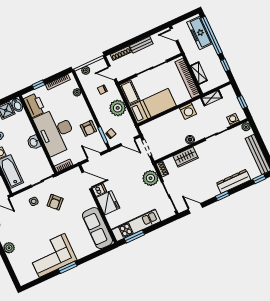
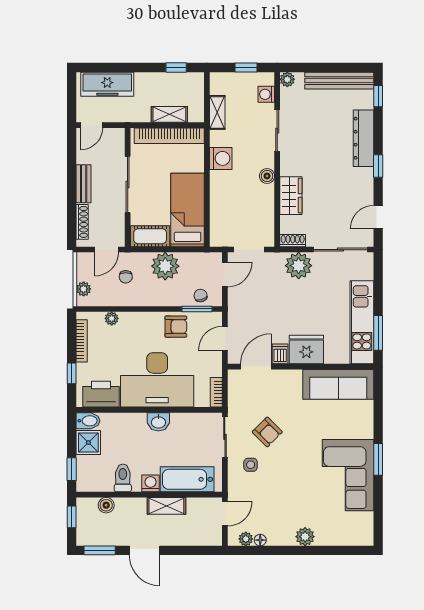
window: (211, 35) -> (120, 68), removed

